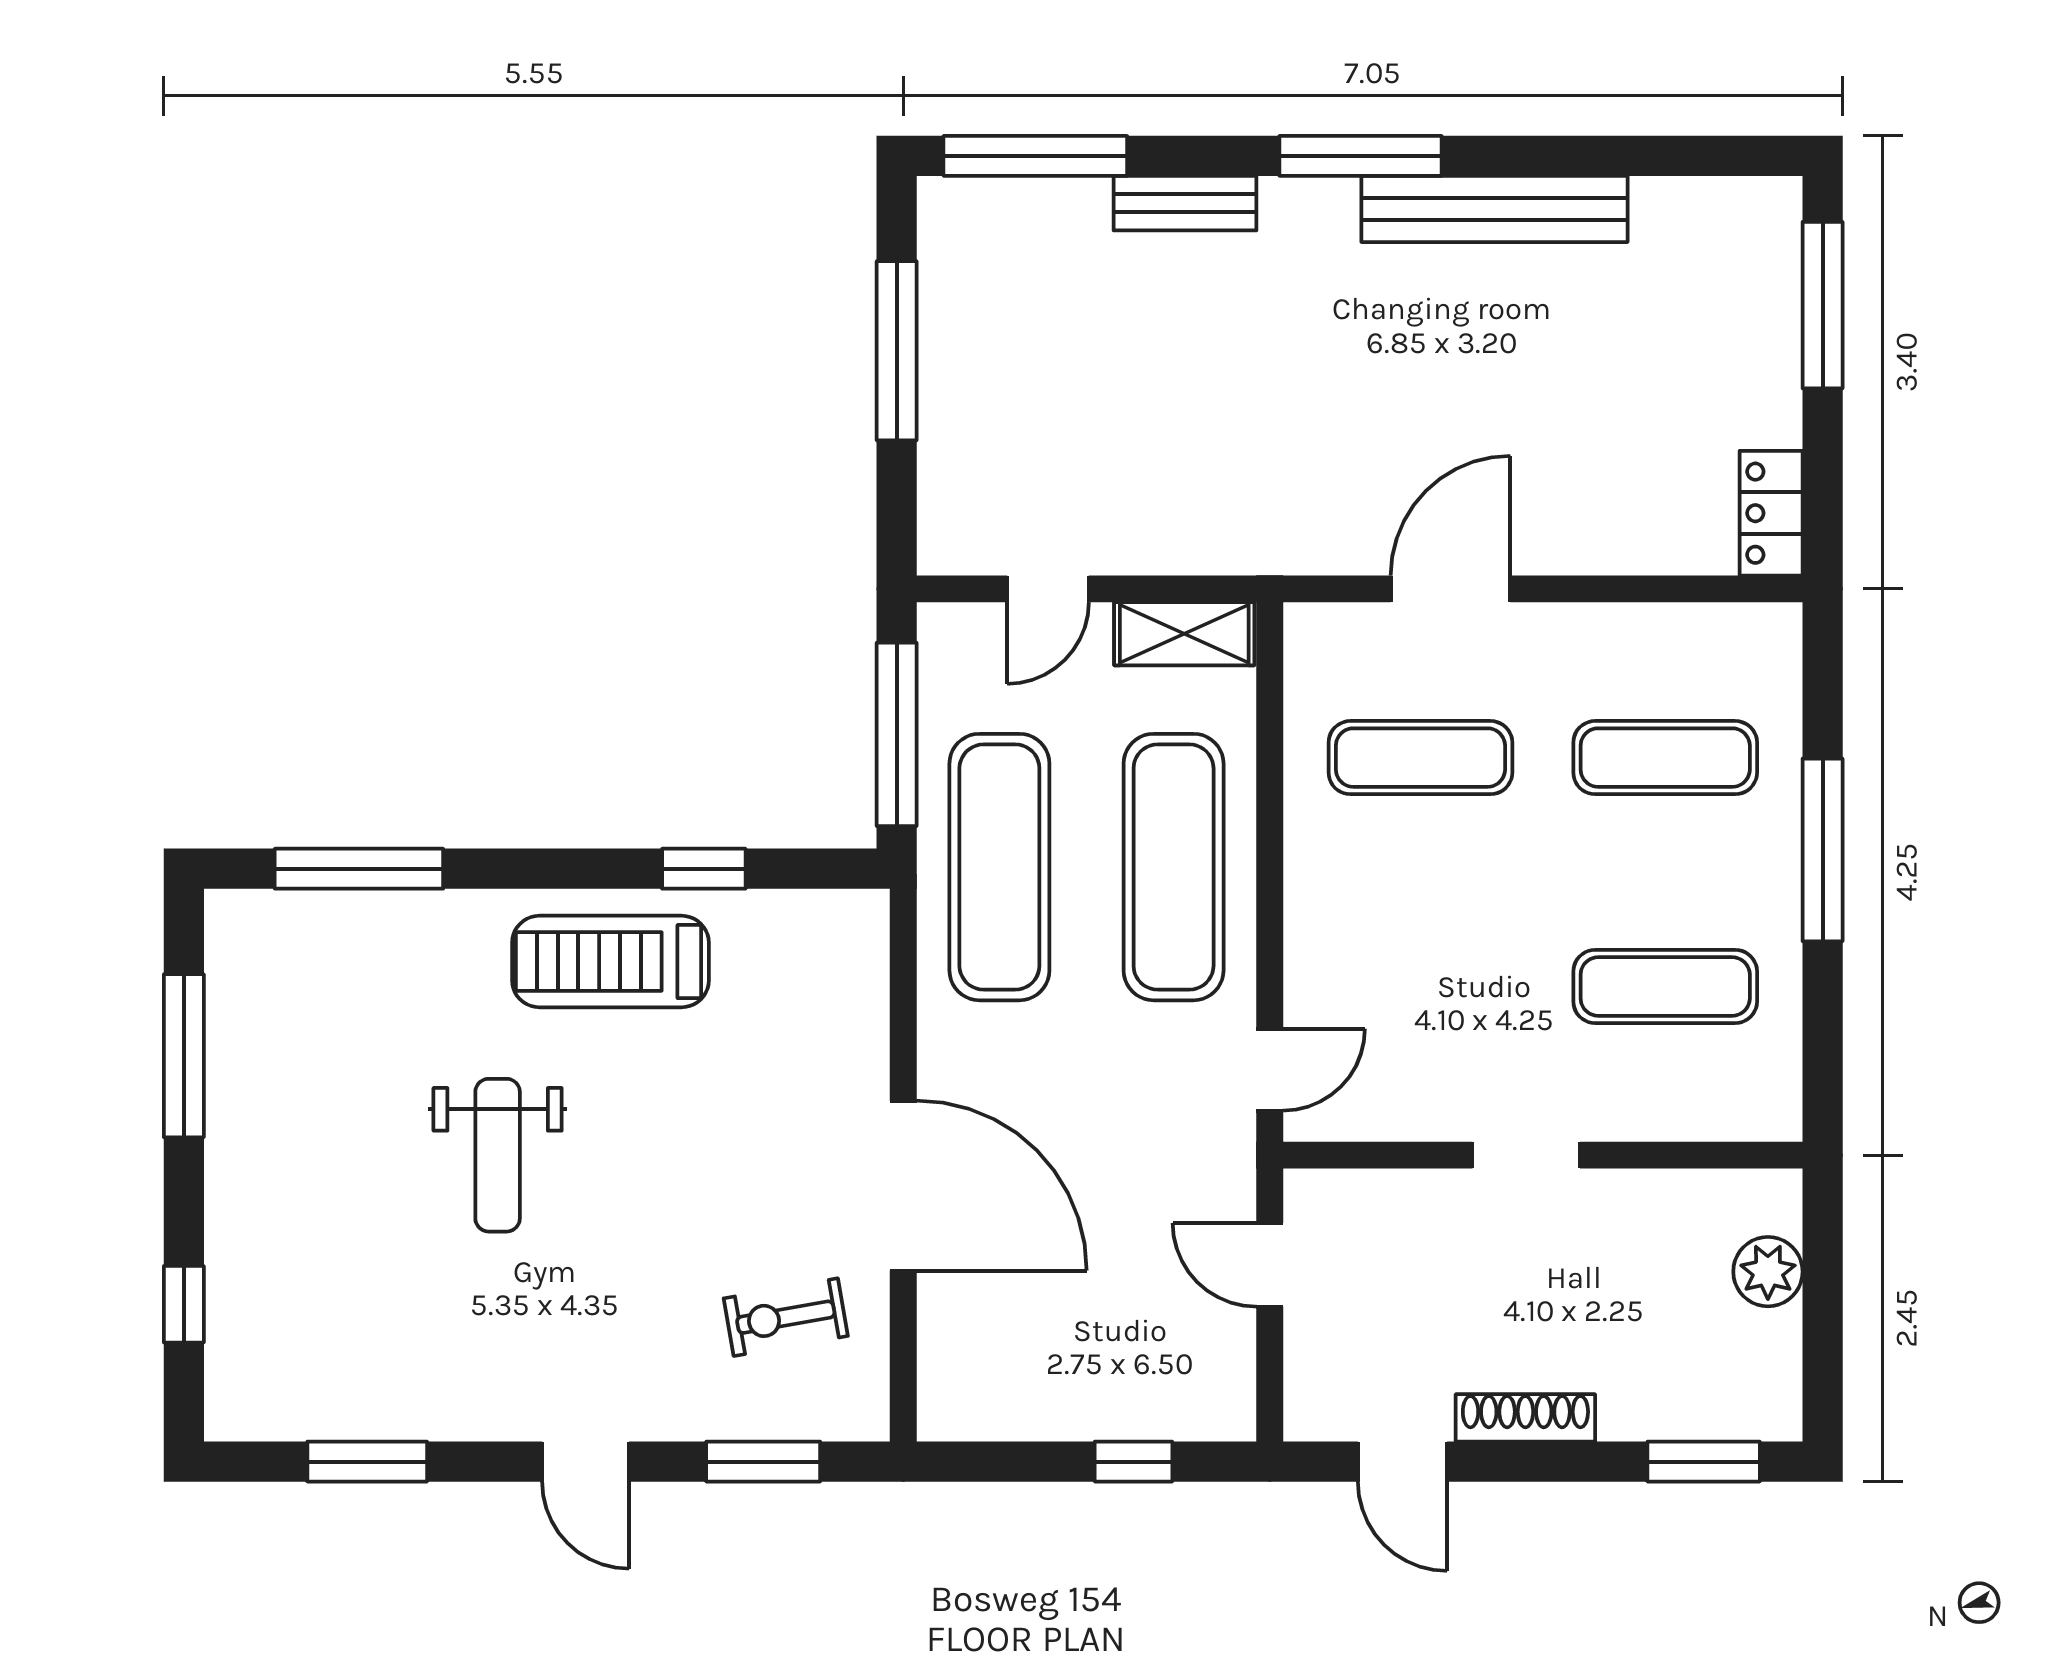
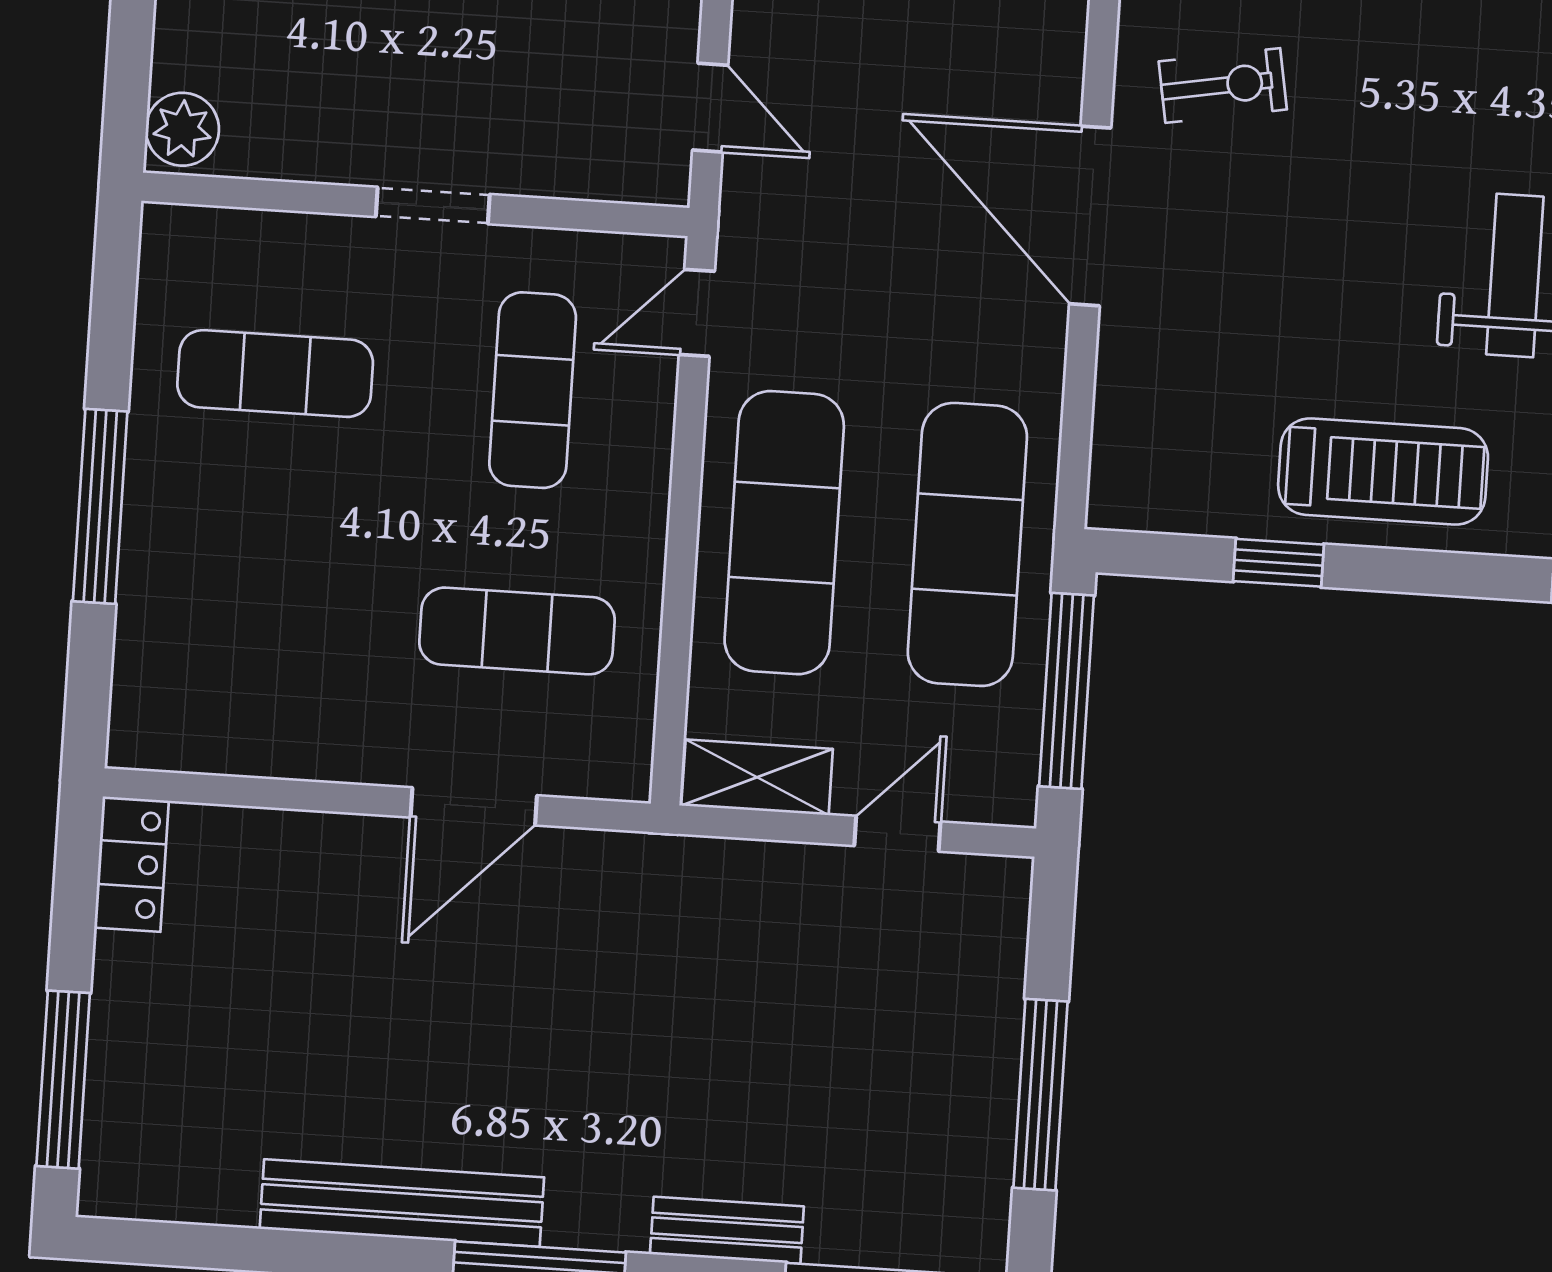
exercise mat: (1665, 758) -> (533, 390), moved, turned 90
plant: (1768, 1272) -> (182, 129), moved

